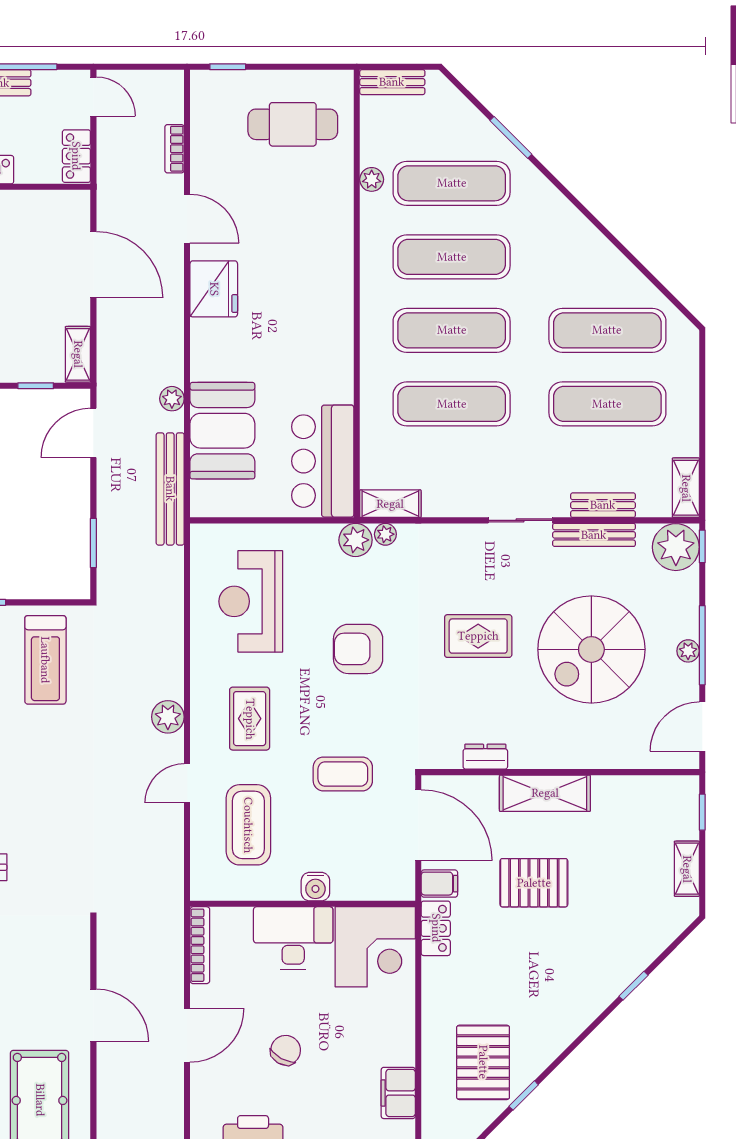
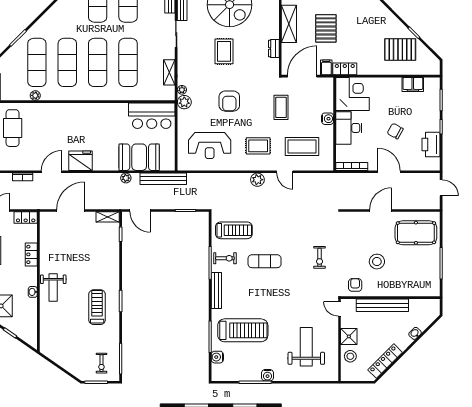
shelving: (390, 504) -> (169, 72), moved

